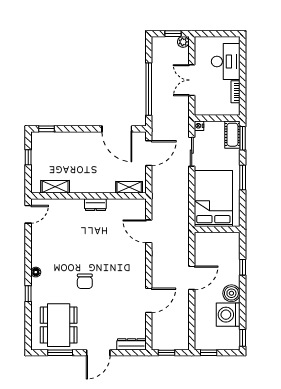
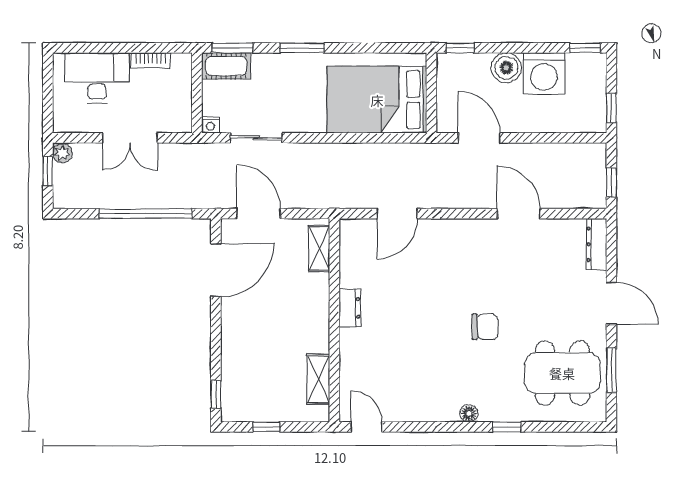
bed: (213, 199) -> (377, 100), moved
wall: (217, 229) -> (431, 93), moved

